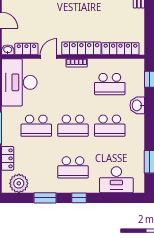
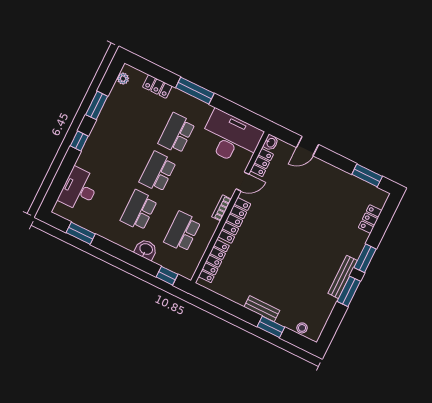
door: (48, 57) -> (243, 182), hinge flipped
school desk: (73, 167) -> (114, 150), removed
plant: (19, 183) -> (123, 79), width x0.53, depth x0.53

